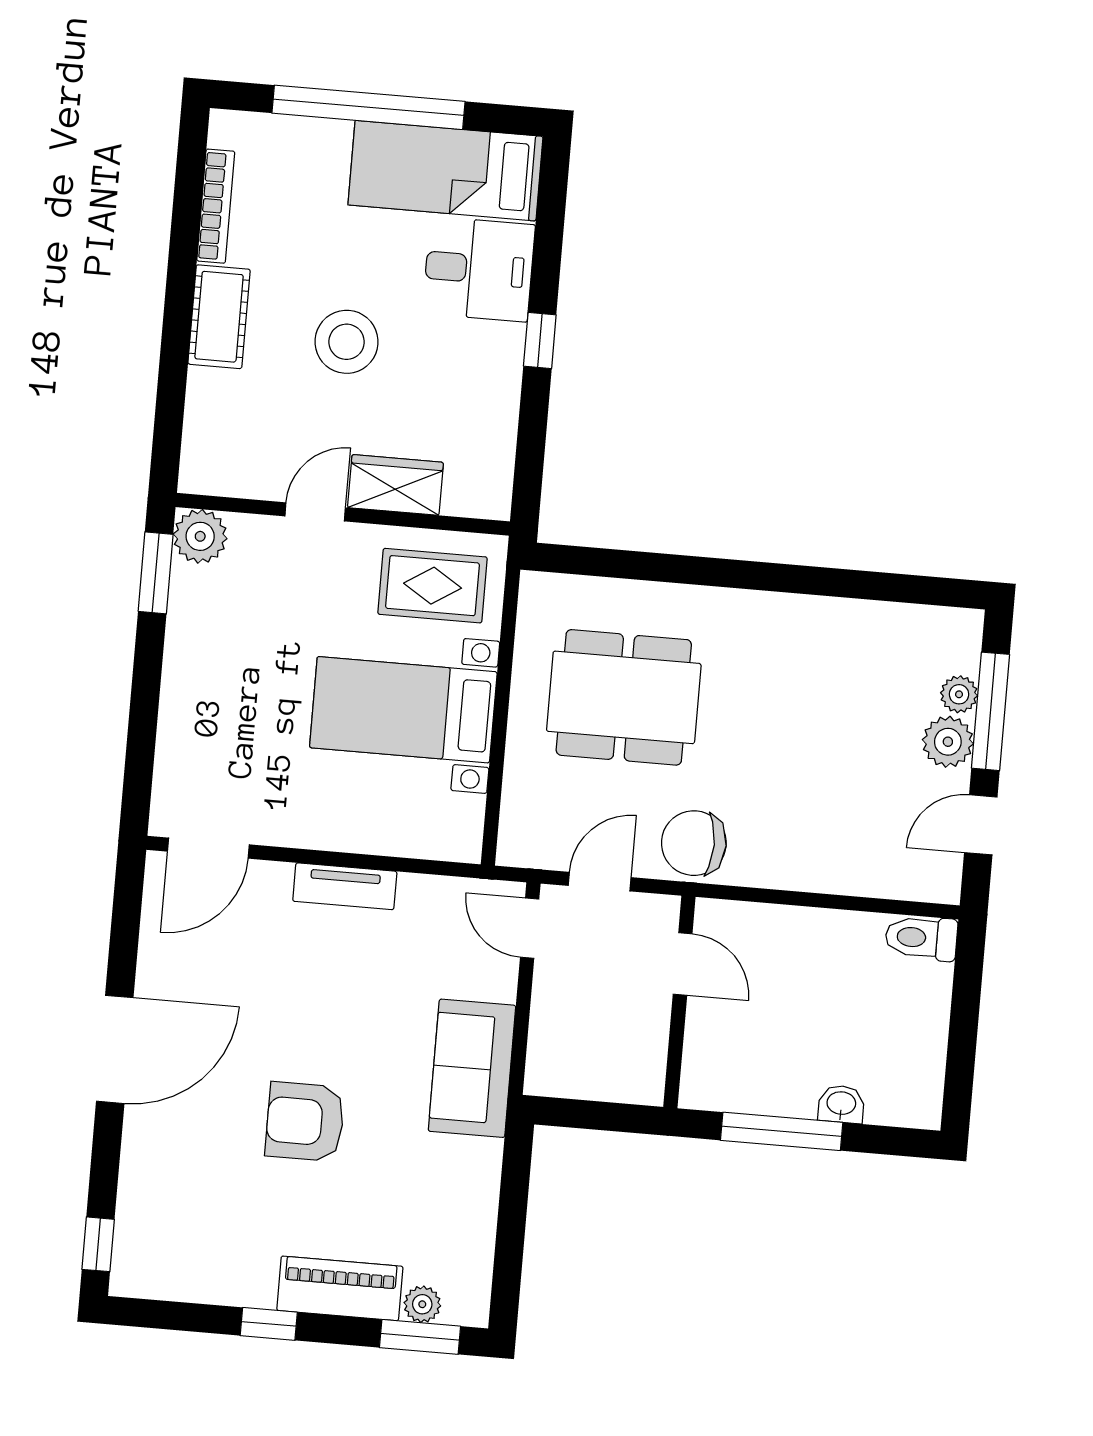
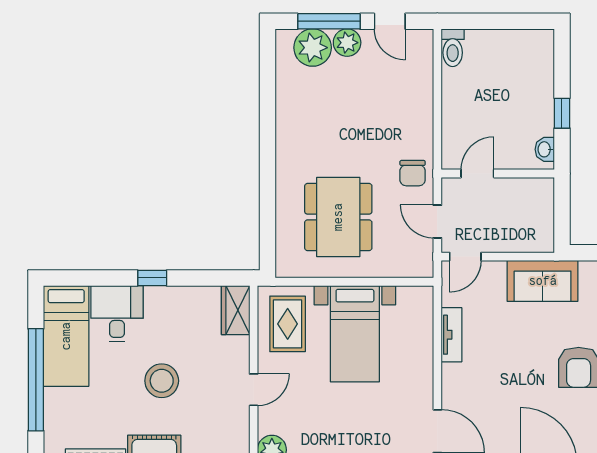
wardrobe: (395, 485) -> (236, 310), moved
door: (315, 512) -> (254, 390), swing flipped
plant: (959, 694) -> (313, 48), width x1.88, depth x1.88
chair: (694, 843) -> (413, 173), width x0.73, depth x0.73
tv unit: (345, 886) -> (451, 335), moved
washbasin: (841, 1104) -> (545, 149), moved
window: (782, 1131) -> (562, 113), width x0.46

